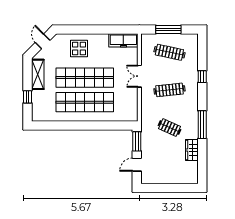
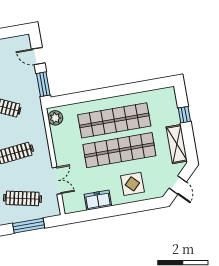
freezer: (123, 40) -> (98, 200), moved, width x0.71
double door: (139, 76) -> (57, 181), moved
plant: (132, 113) -> (55, 118), added
door: (137, 165) -> (38, 56), swing flipped

